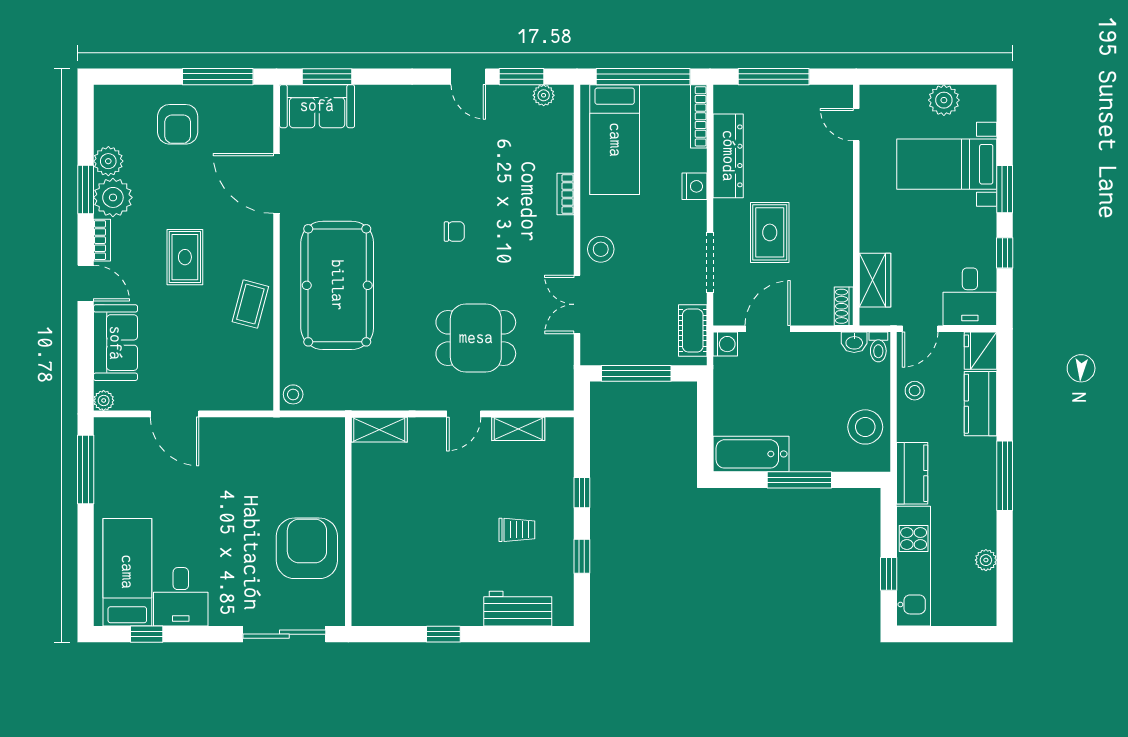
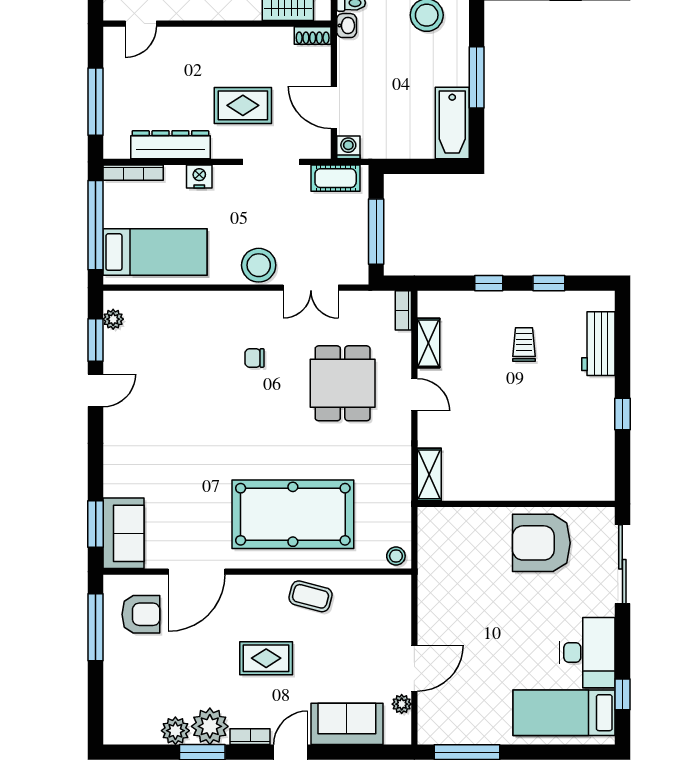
armchair: (178, 124) -> (141, 614), moved
bookcase: (565, 194) -> (403, 310), moved, turned 90
chair: (454, 232) -> (255, 358), moved, turned -90
stool: (601, 249) -> (259, 265), width x1.38, depth x1.38
plant: (104, 400) -> (402, 704), moved
desk: (181, 597) -> (587, 653), width x1.37

